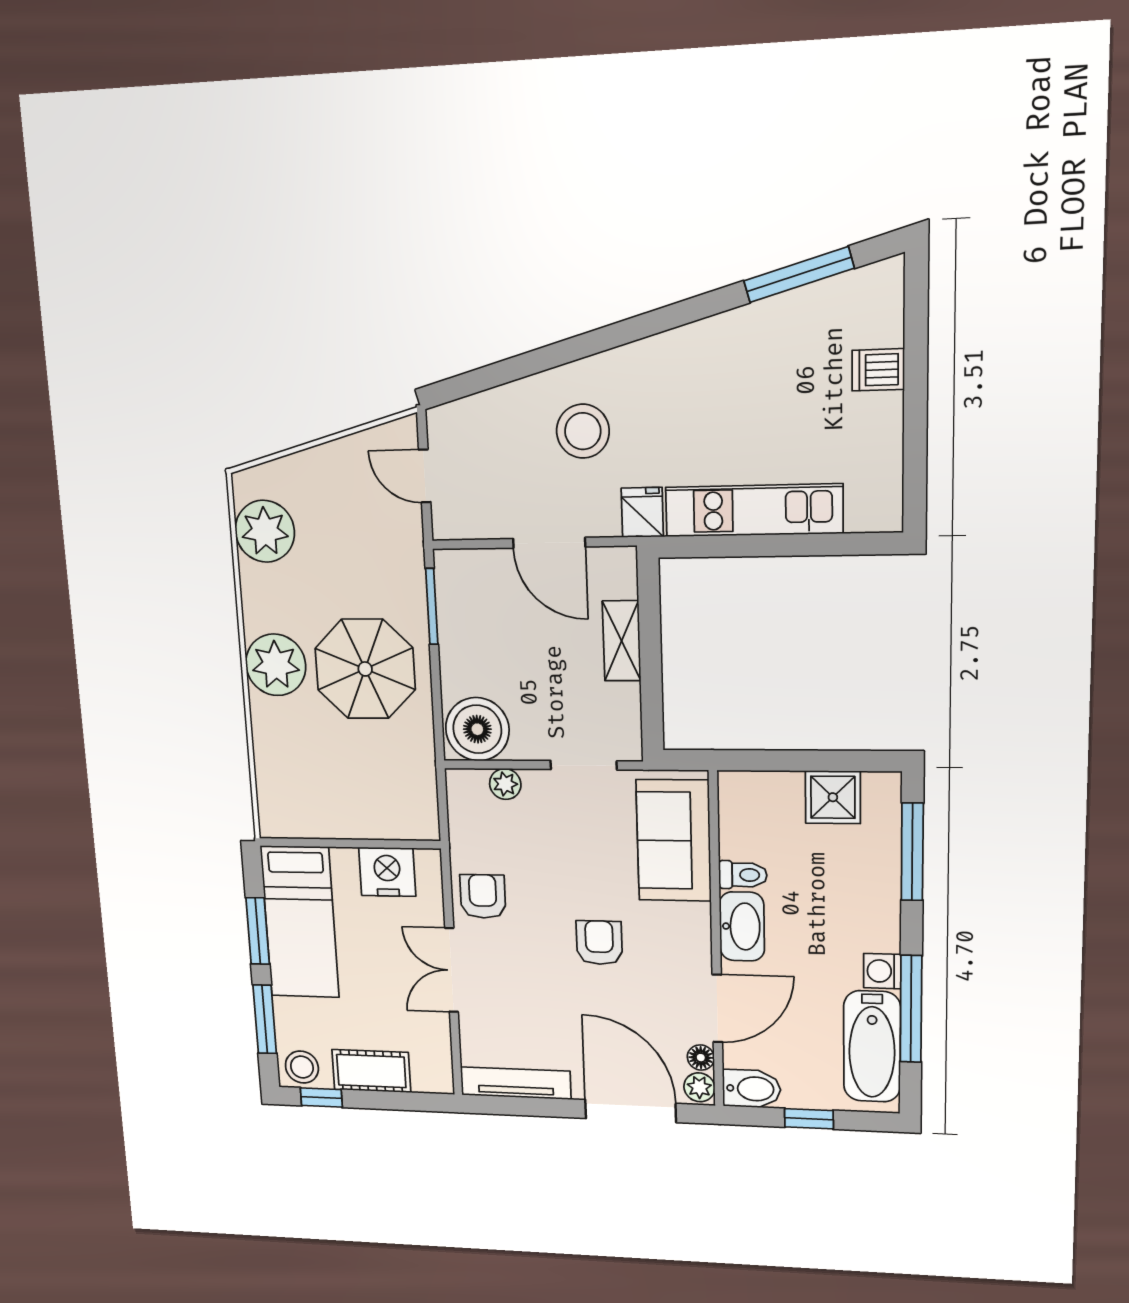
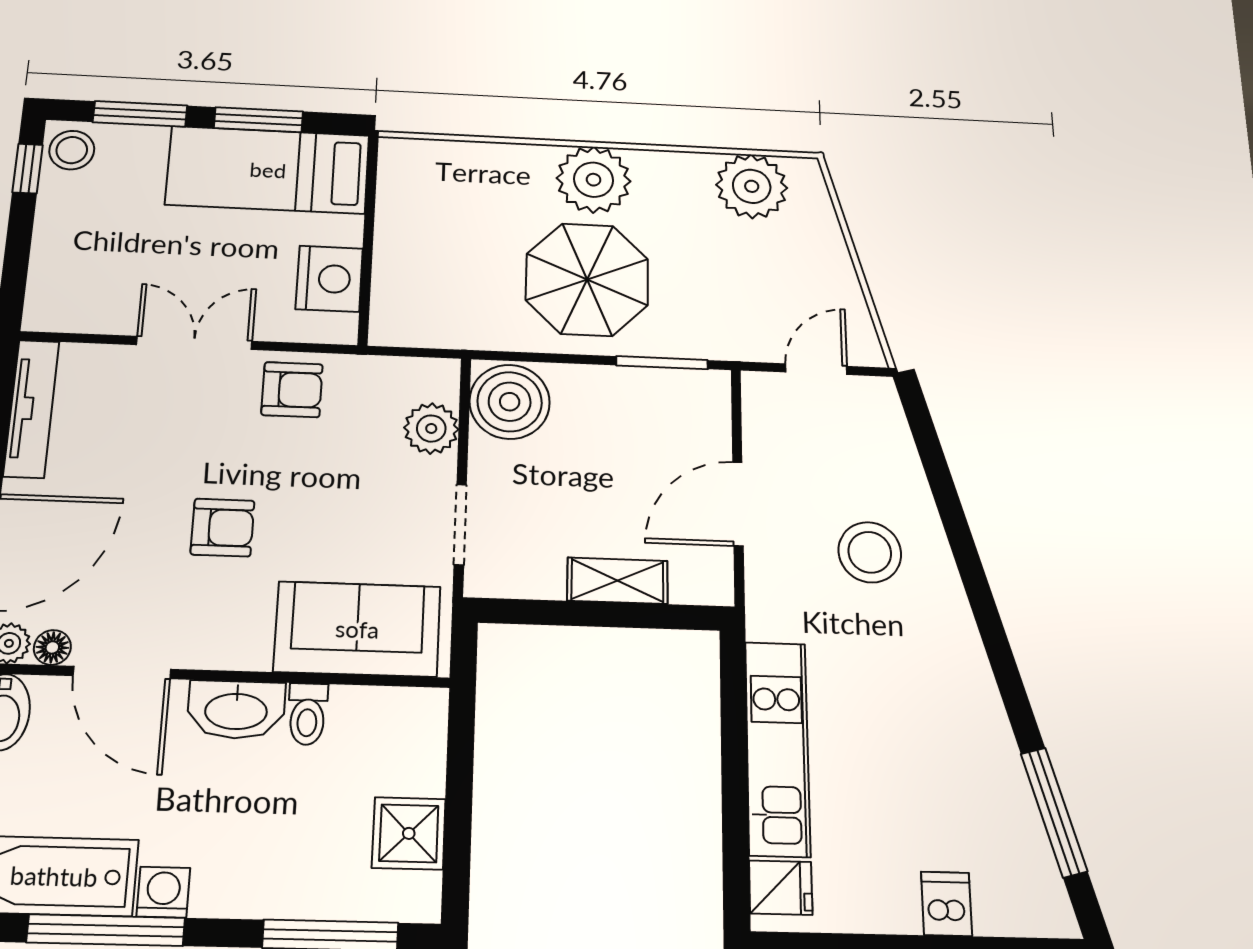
fridge: (642, 512) -> (781, 888), moved
plant: (505, 784) -> (431, 428), width x1.38, depth x1.38
cot: (371, 1071) -> (61, 233), removed

